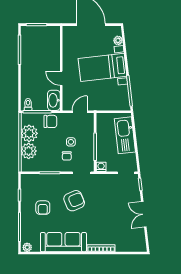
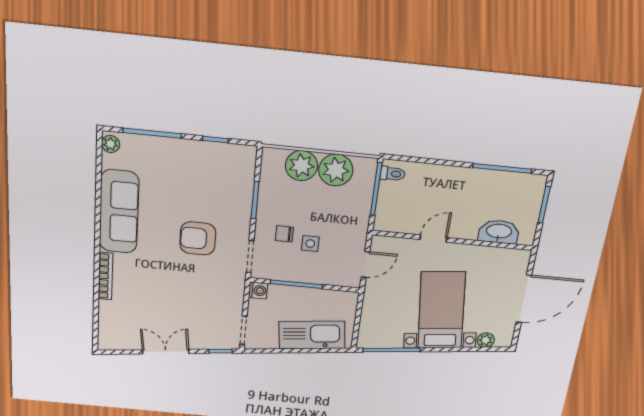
washbasin: (54, 100) -> (499, 232), moved
door: (80, 112) -> (365, 264), hinge flipped
chair: (50, 121) -> (354, 211), removed
armchair: (74, 201) -> (198, 238), turned 113
armchair: (43, 208) -> (188, 181), removed

